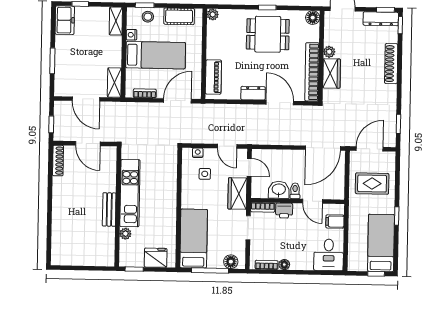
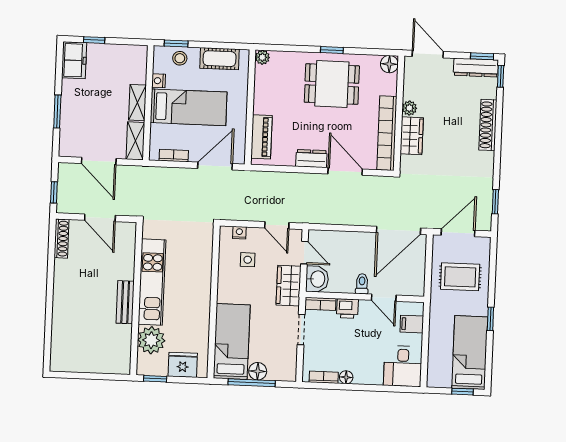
shelving: (116, 21) -> (137, 103), moved
washbasin: (279, 190) -> (317, 279), moved, turned 90
plant: (125, 234) -> (151, 340), width x1.88, depth x1.88
floor lamp: (231, 262) -> (258, 371), moved

